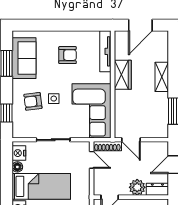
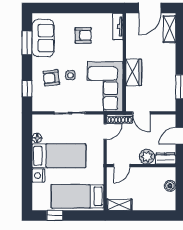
tv unit: (105, 51) -> (118, 26), width x0.71
wardrobe: (123, 75) -> (134, 72), moved
shelving: (162, 77) -> (169, 29), moved
nightstand: (19, 153) -> (38, 125), removed
door: (92, 160) -> (105, 131), hinge flipped

